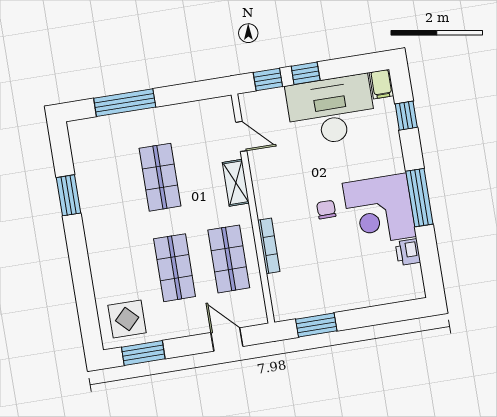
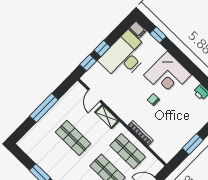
window: (125, 103) -> (44, 108), moved
door: (241, 136) -> (95, 95), swing flipped
window: (419, 198) -> (189, 66), removed
corner desk: (379, 210) -> (168, 75), moved
window: (316, 325) -> (193, 144), moved

